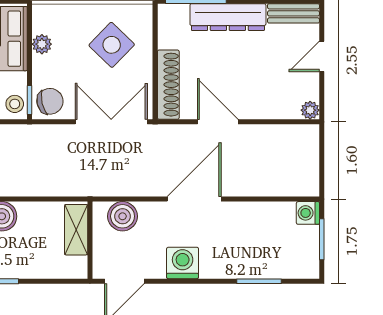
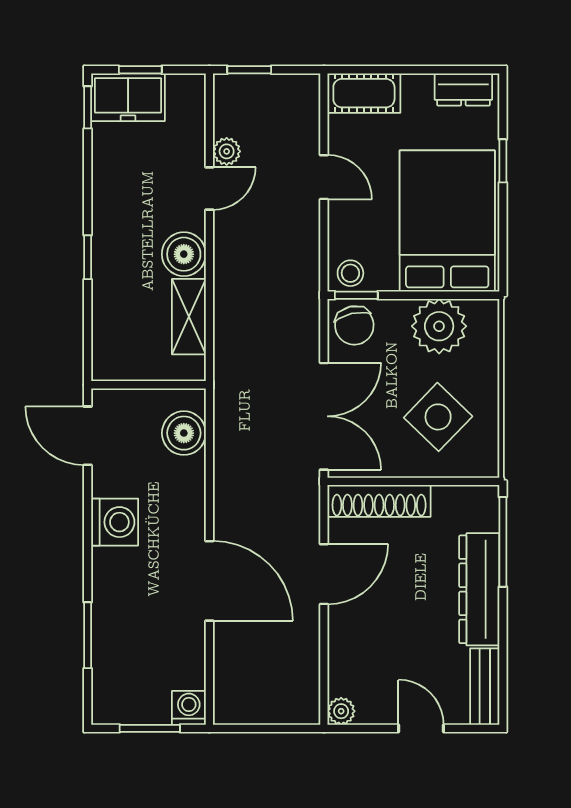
plant: (42, 44) -> (439, 326), width x1.88, depth x1.88
door: (194, 199) -> (209, 581), moved
shelving: (76, 230) -> (189, 317), moved, turned 90

